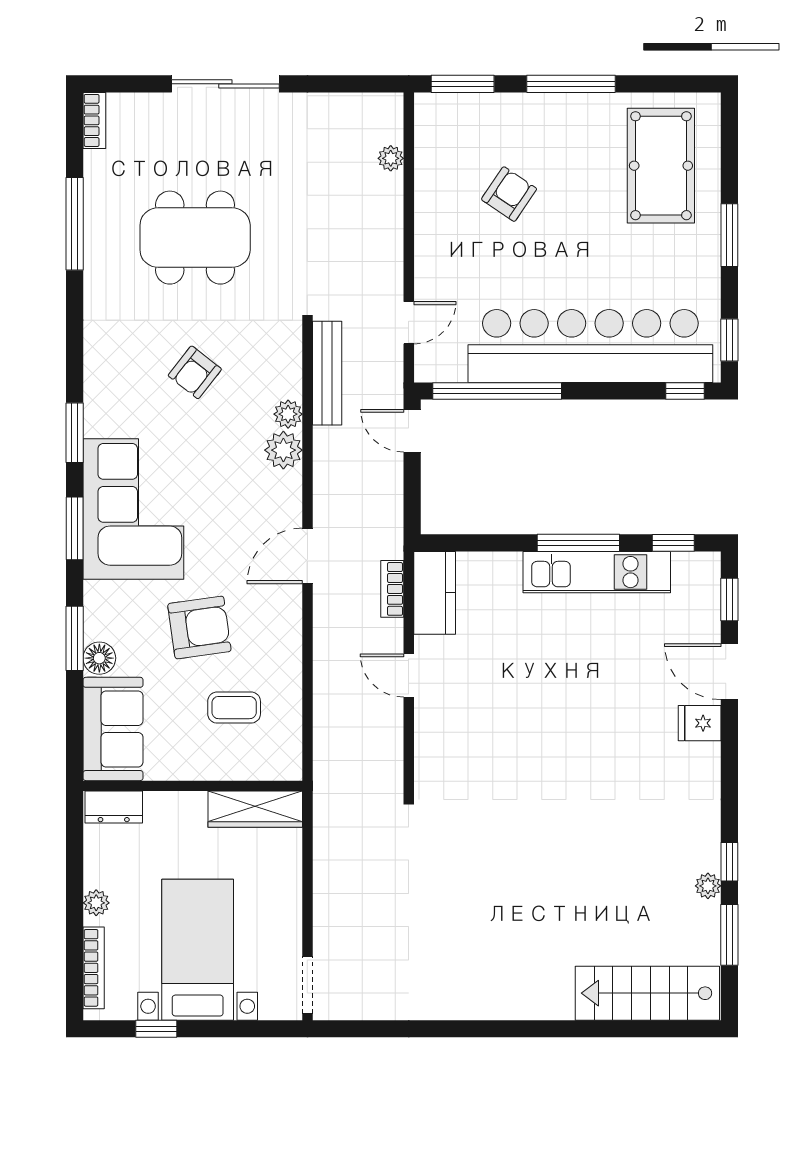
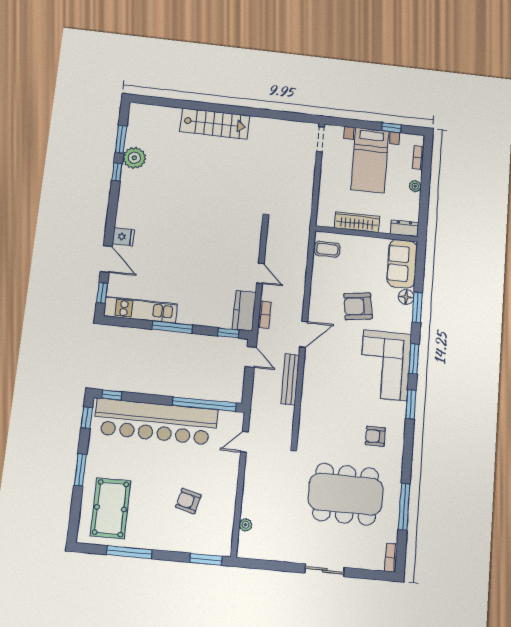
sliding door: (225, 84) -> (325, 570), width x0.73
window: (571, 84) -> (129, 552), moved
armchair: (509, 194) -> (188, 501), turned 70
dining table: (195, 238) -> (346, 494), width x1.36, depth x1.24
armchair: (195, 372) -> (375, 436), moved, turned -128
bench: (327, 373) -> (290, 380), moved
plant: (288, 414) -> (307, 403), removed
door: (412, 431) -> (251, 357), moved
plant: (283, 450) -> (311, 386), removed
window: (673, 543) -> (228, 333), moved
kitchen unit: (597, 572) -> (140, 310), moved
coffee table: (234, 708) -> (327, 249), moved
wardrobe: (255, 809) -> (357, 222), moved
plant: (708, 886) -> (134, 158), width x1.88, depth x1.88
bookcase: (94, 968) -> (418, 158), width x0.64
stairs: (647, 993) -> (215, 124), moved

